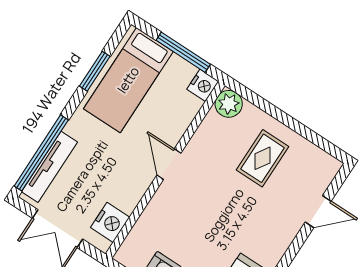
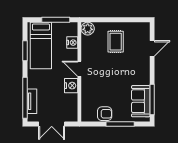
nightstand: (203, 85) -> (72, 43), moved
tv unit: (50, 167) -> (32, 101), width x0.71
nightstand: (110, 222) -> (71, 86), moved

